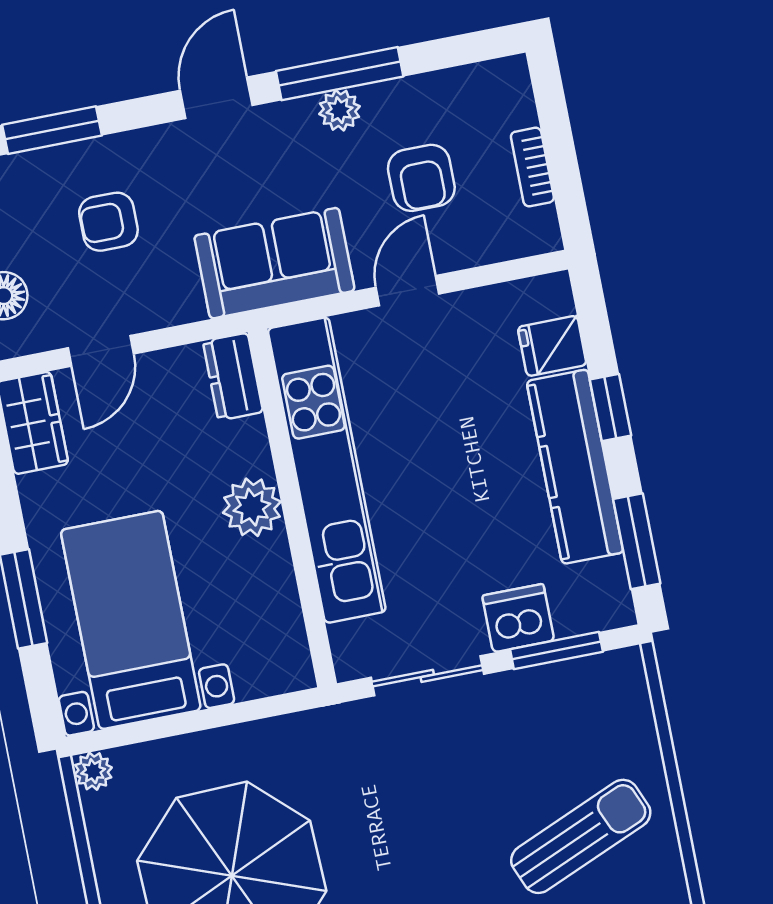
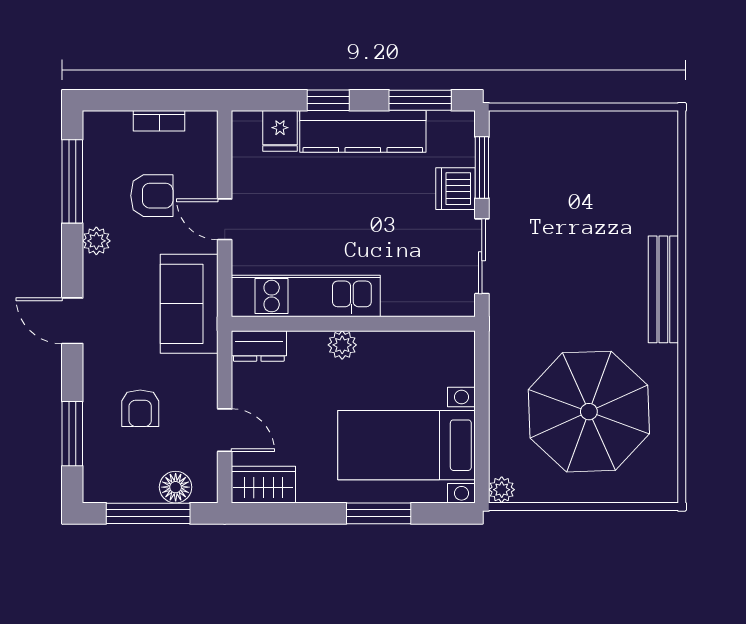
window: (340, 74) -> (72, 181), moved
kitchen unit: (327, 470) -> (306, 296), width x0.73
plant: (252, 507) -> (342, 345), width x0.73, depth x0.73
sun lounger: (581, 836) -> (608, 176), removed

